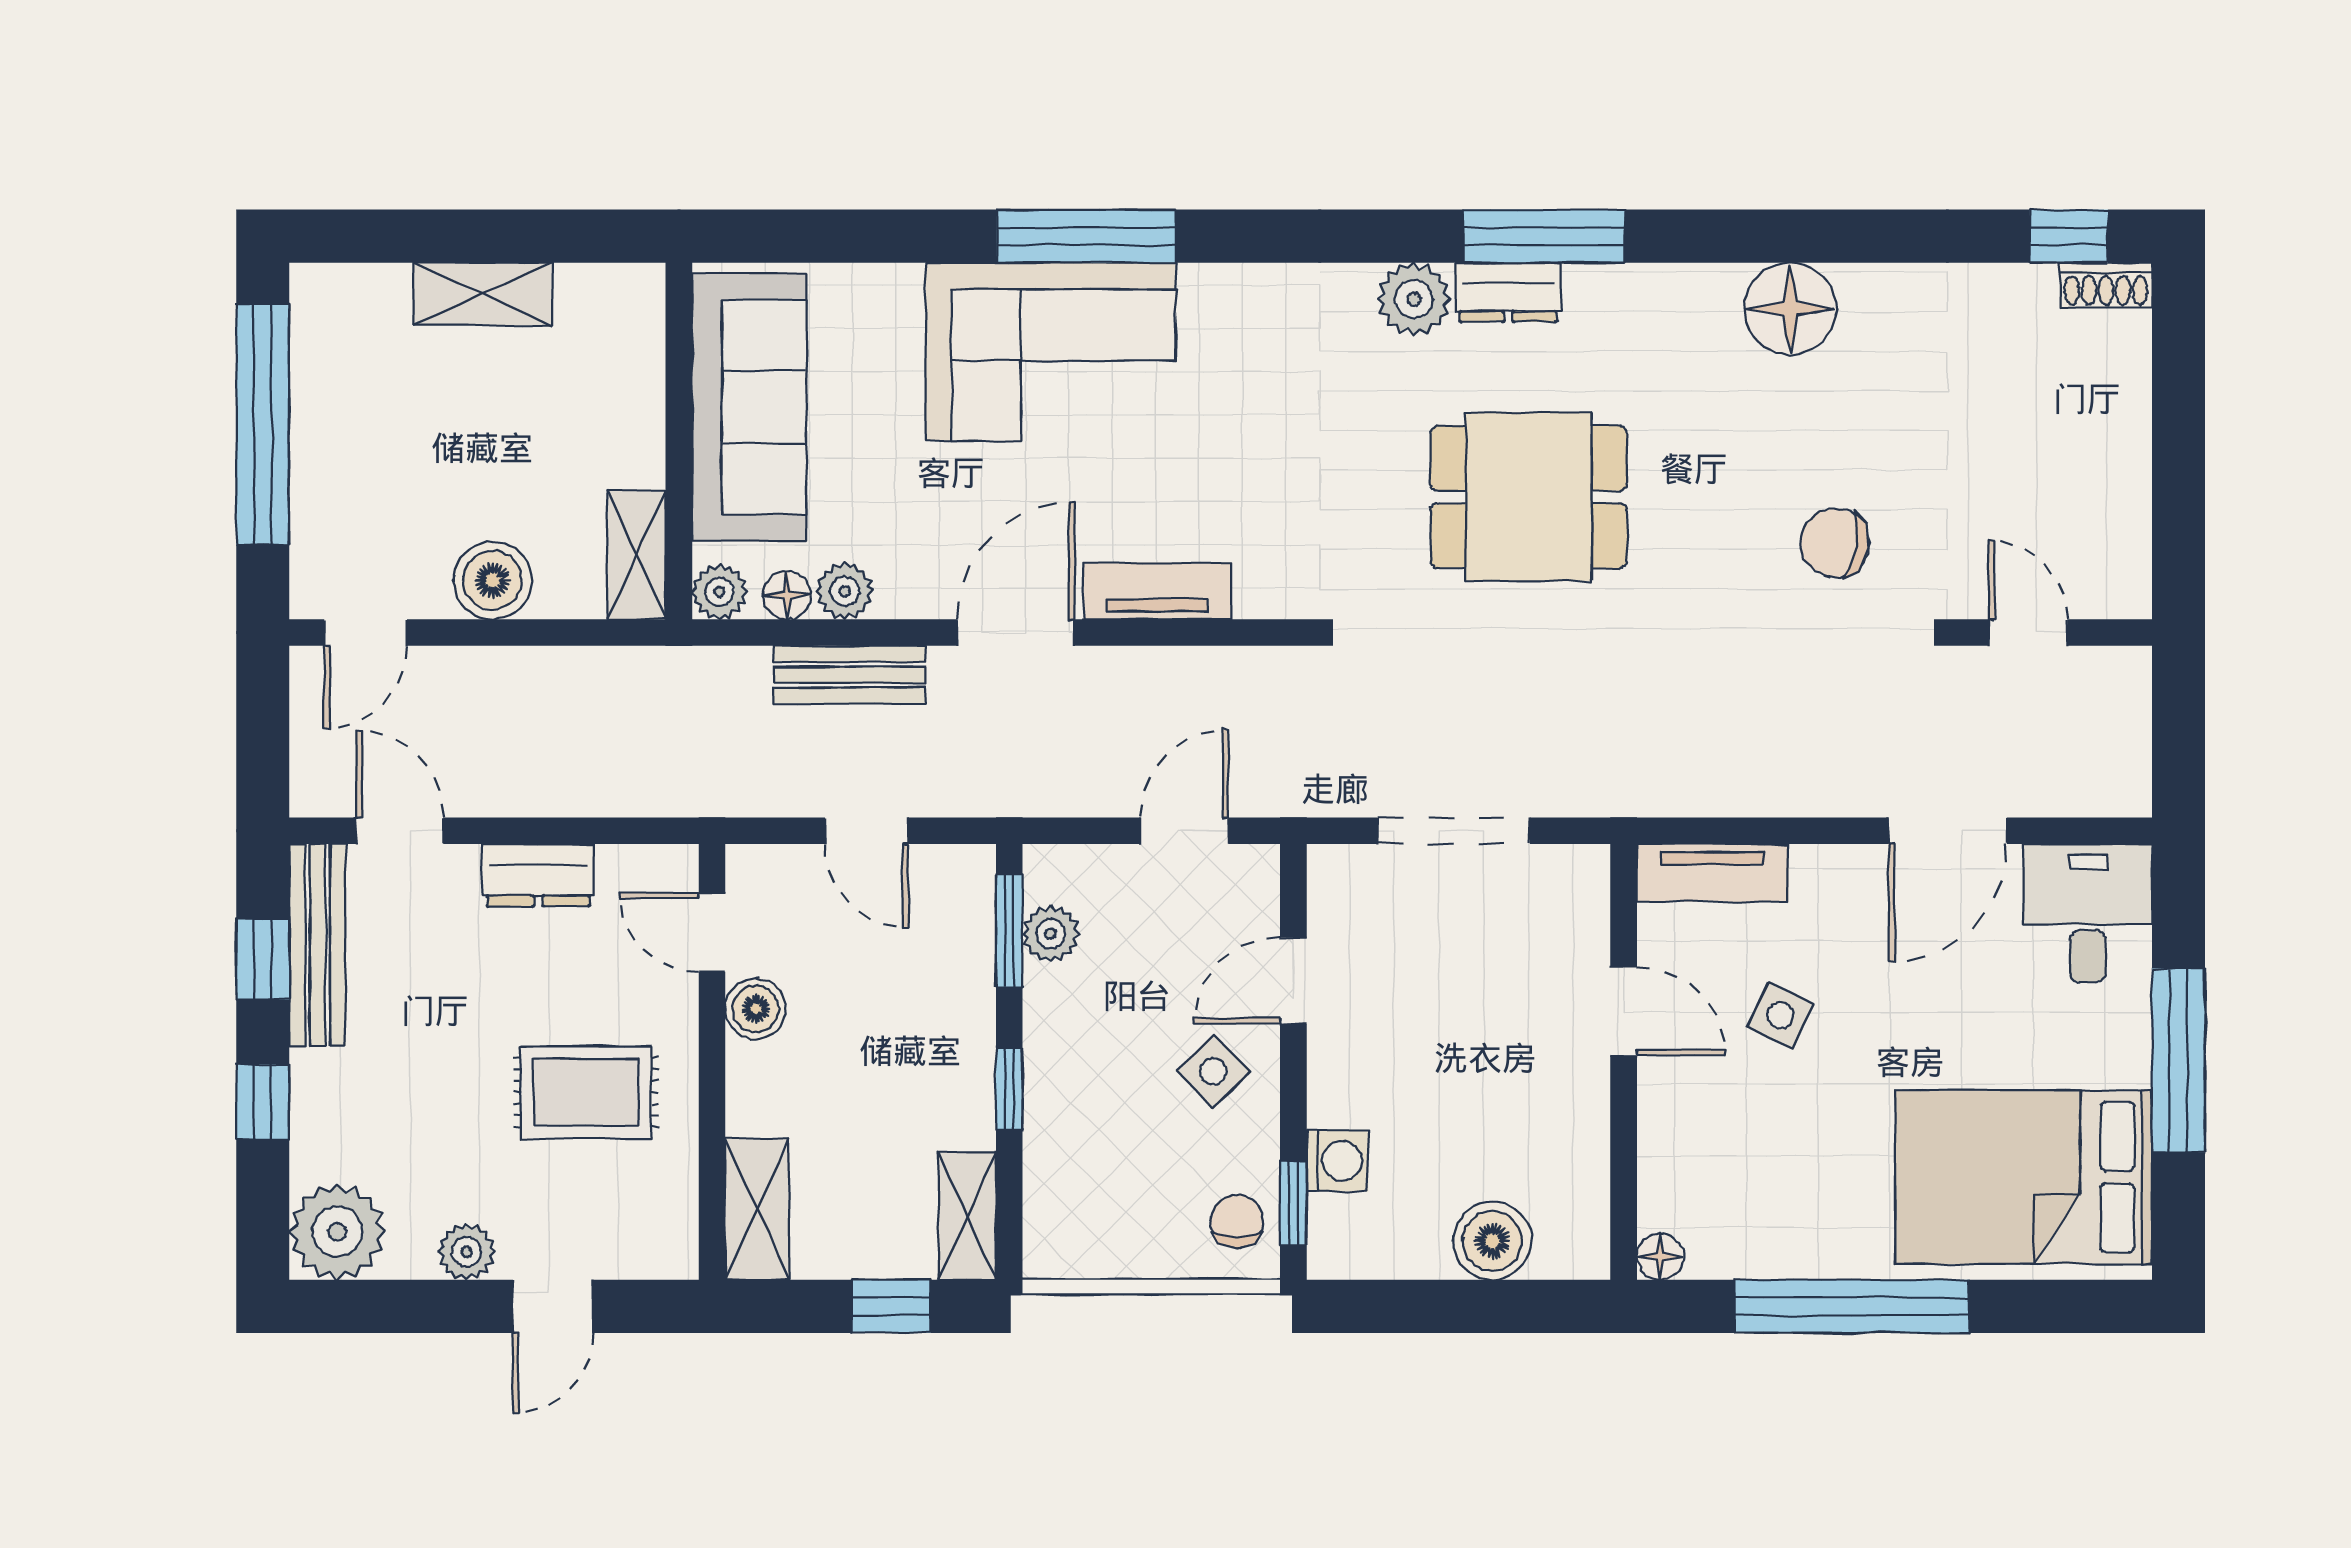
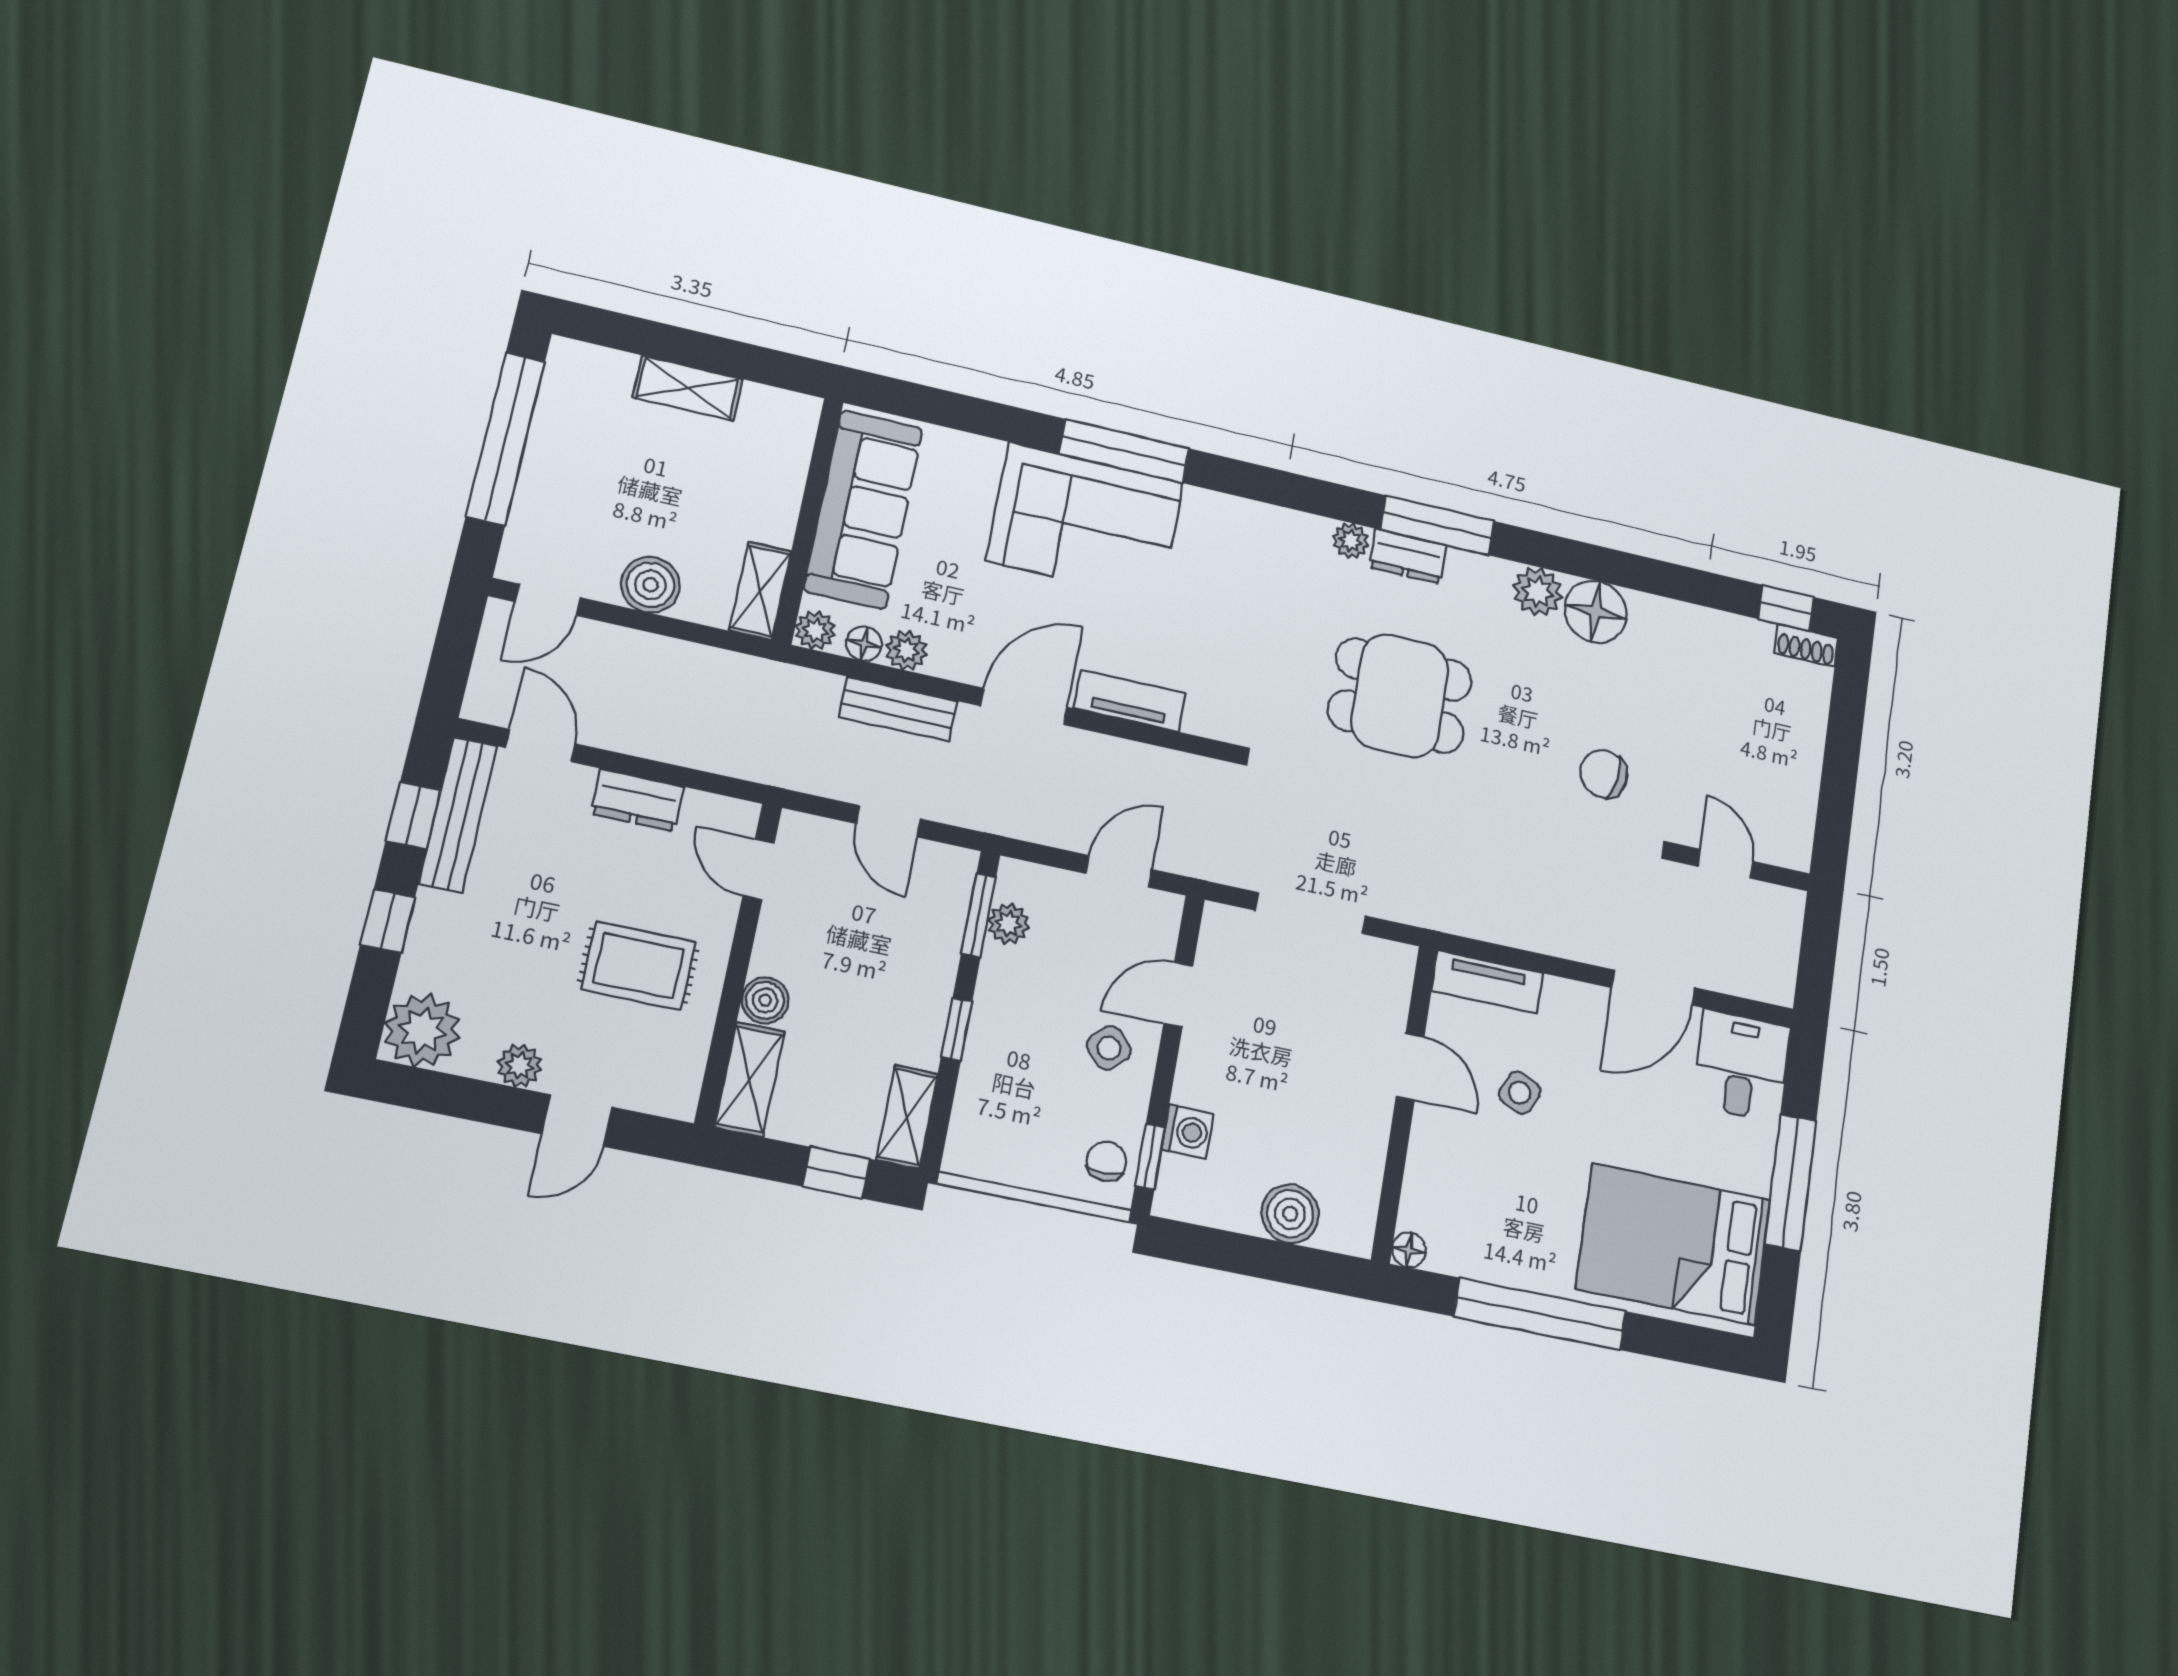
plant: (1414, 299) -> (1351, 541), width x0.73, depth x0.73
plant: (1702, 299) -> (1538, 592), added
boiler: (756, 1009) -> (765, 1000), moved

